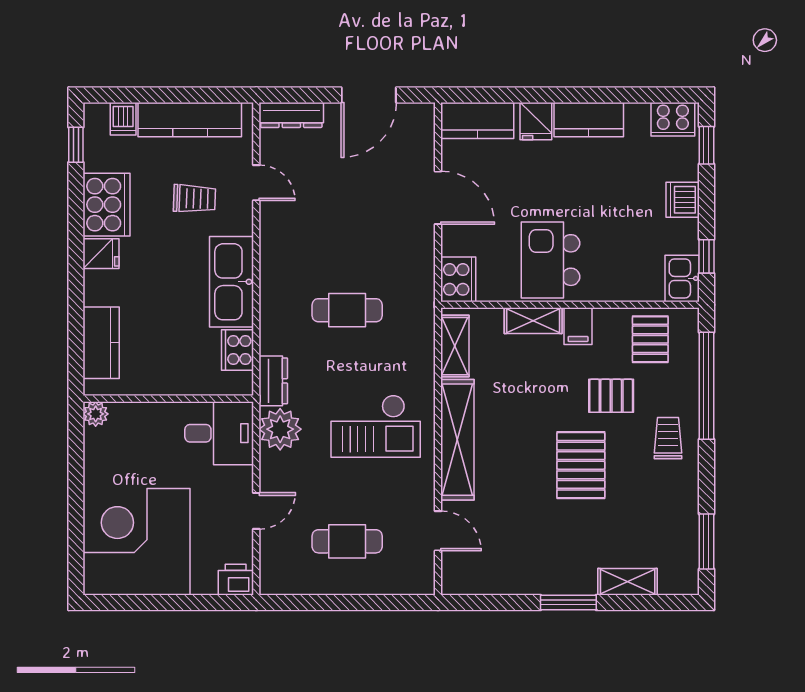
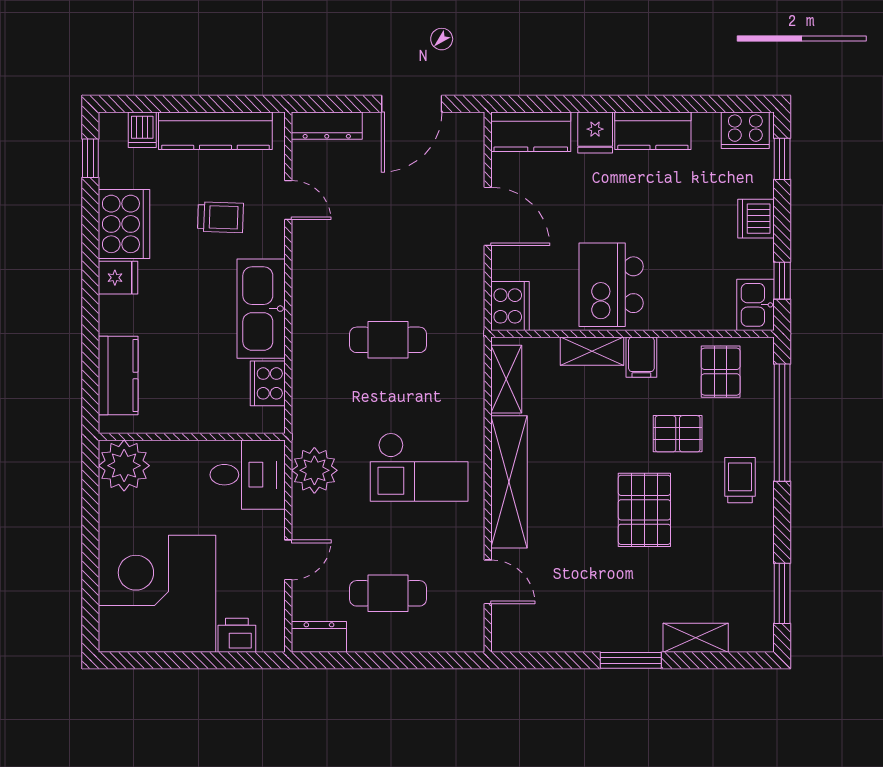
dresser: (273, 381) -> (319, 637), moved, turned -90
plant: (96, 414) -> (124, 466), width x1.87, depth x1.87
printer: (236, 580) -> (237, 635), moved

